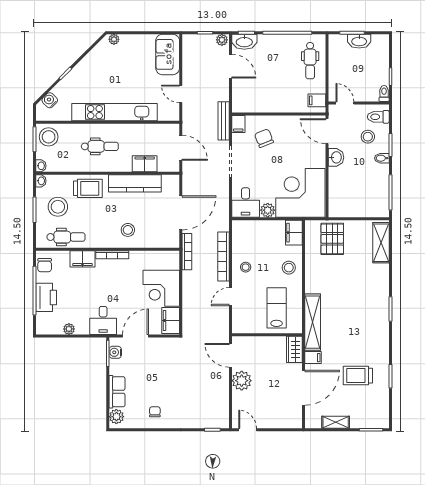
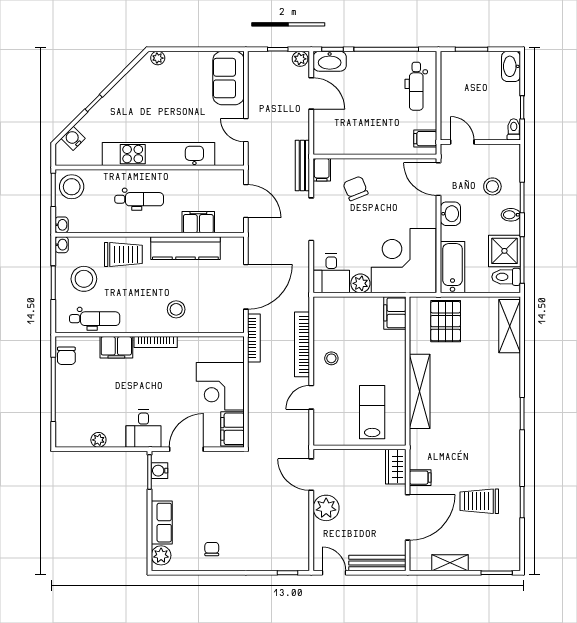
washbasin: (359, 41) -> (511, 66), moved, turned 90
toilet: (378, 117) -> (506, 277), moved
shower: (377, 186) -> (504, 251), added
bathtub: (338, 198) -> (452, 267), added
stool: (289, 268) -> (388, 359), removed
printer: (46, 297) -> (69, 398), removed
shelving: (313, 322) -> (420, 391), moved
bench: (281, 422) -> (377, 563), added

